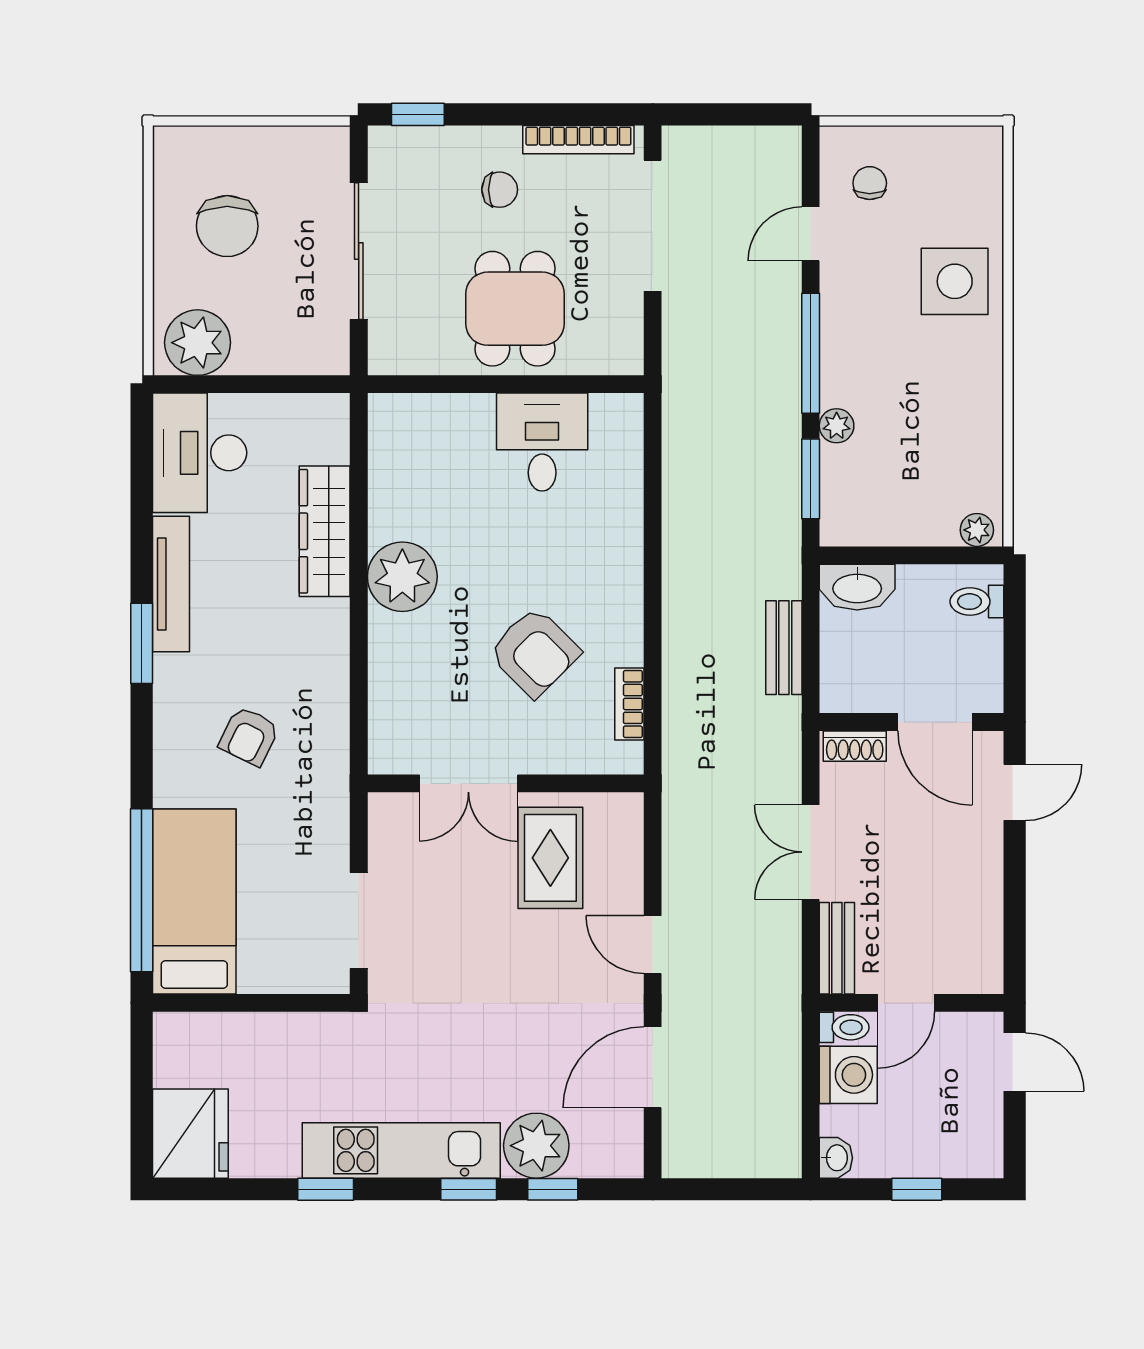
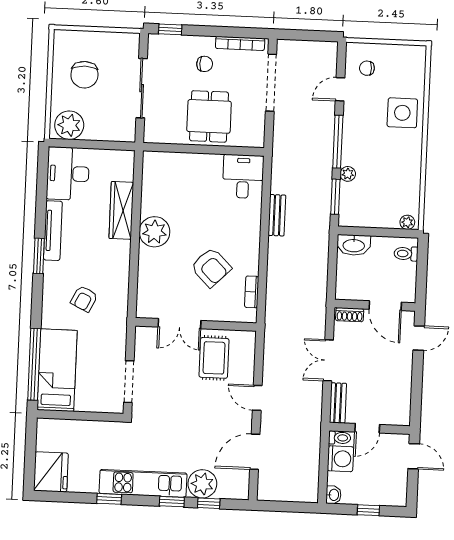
chair: (870, 183) -> (367, 68), turned -90
desk: (542, 442) -> (243, 176), moved
bench: (784, 648) -> (277, 215), moved

